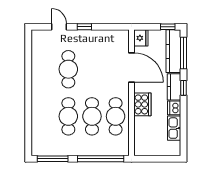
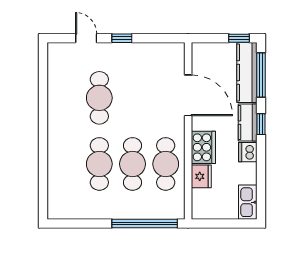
fridge: (141, 38) -> (201, 176), moved
kitchen sink: (174, 128) -> (248, 202), moved
window: (53, 159) -> (77, 224), removed

